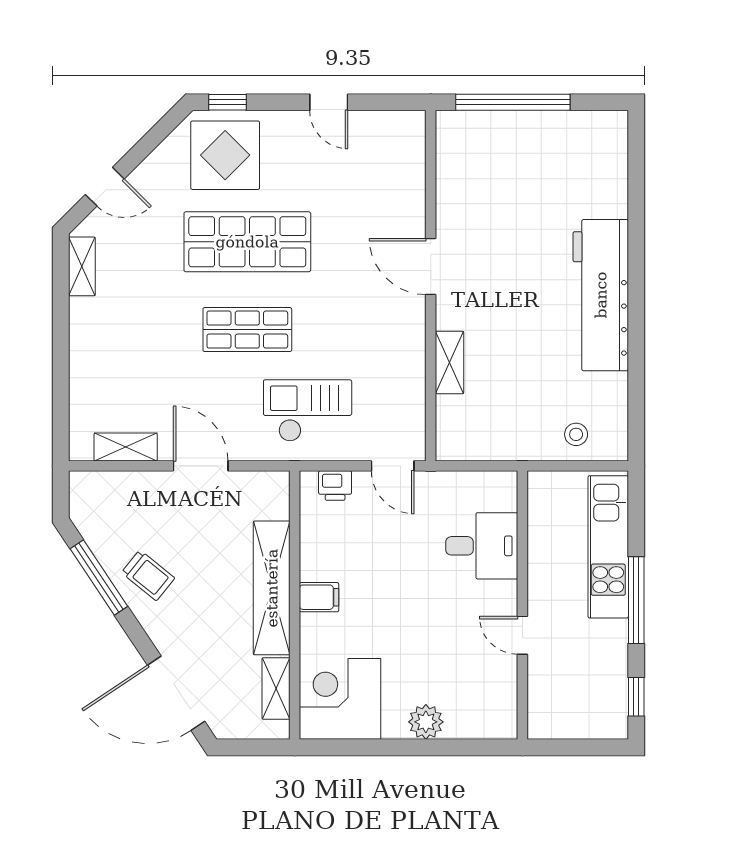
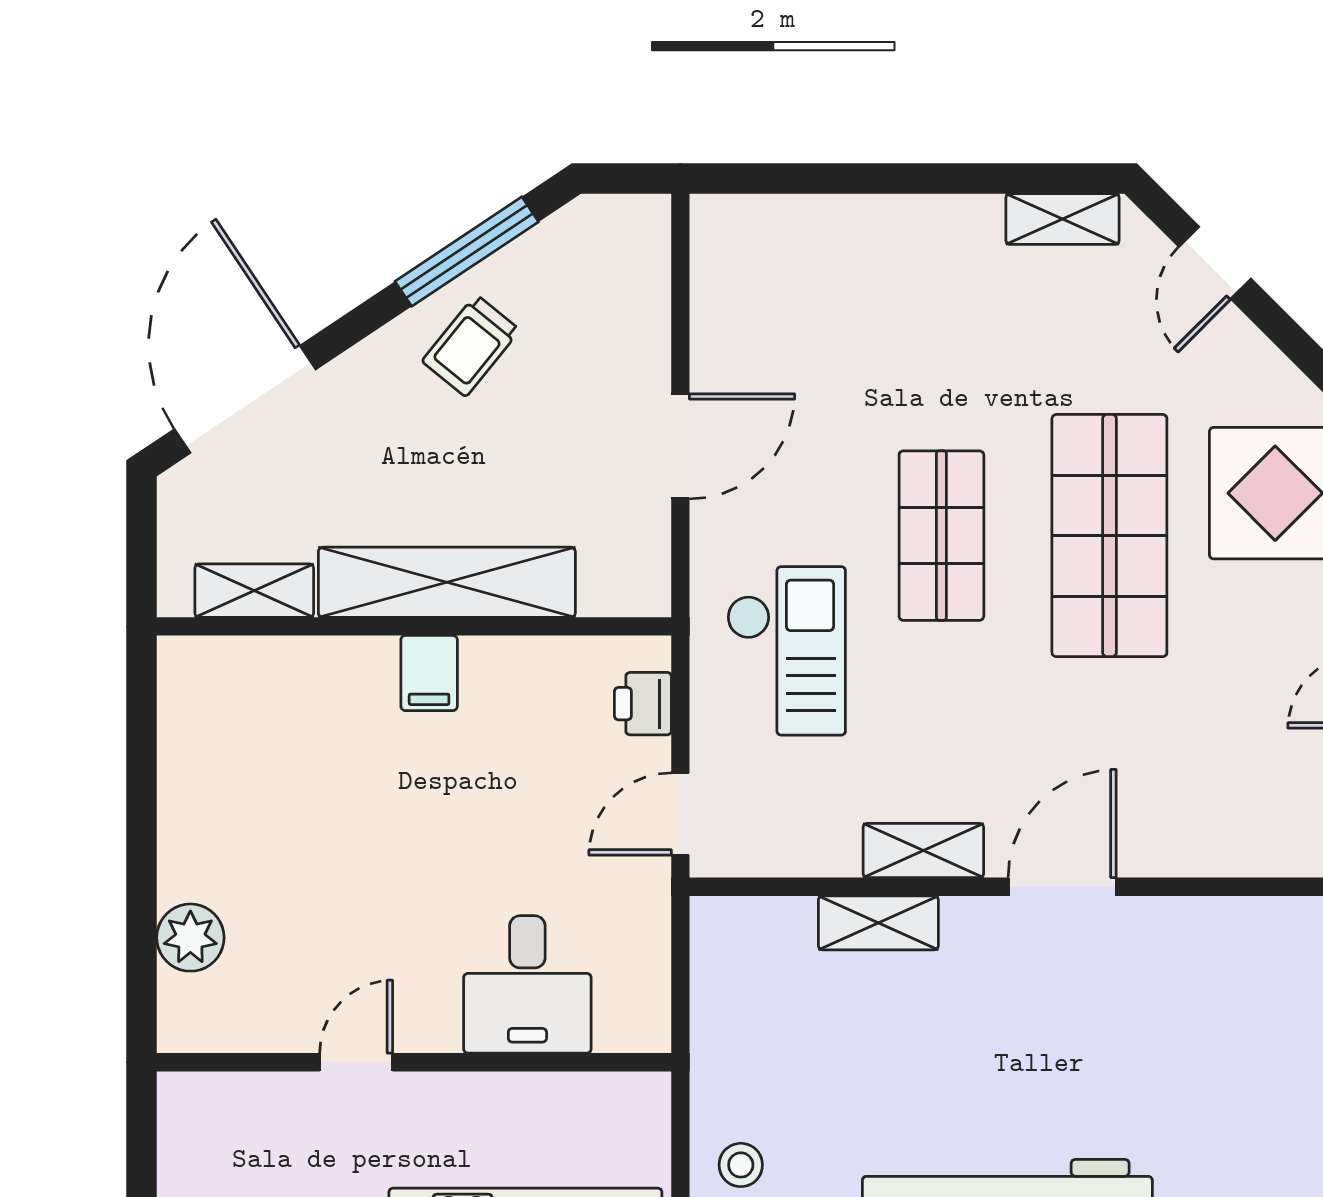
shelving: (126, 447) -> (923, 850), moved, turned 90
corner desk: (340, 699) -> (234, 713), removed
plant: (426, 722) -> (190, 938), moved

